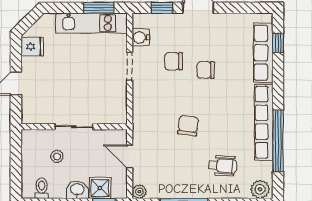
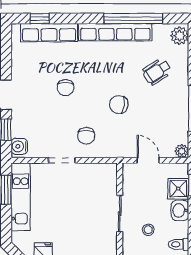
water cooler: (141, 37) -> (19, 146), moved, turned 90
chair: (174, 61) -> (86, 136), moved
door: (130, 156) -> (148, 160), swing flipped
wheelchair: (223, 166) -> (157, 71), turned -127

